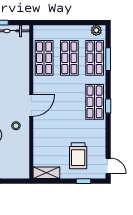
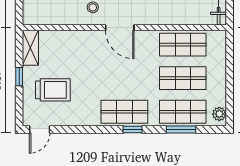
window: (108, 106) -> (132, 130), moved
trolley: (78, 156) -> (53, 90), turned 180
window: (83, 181) -> (19, 77), moved

